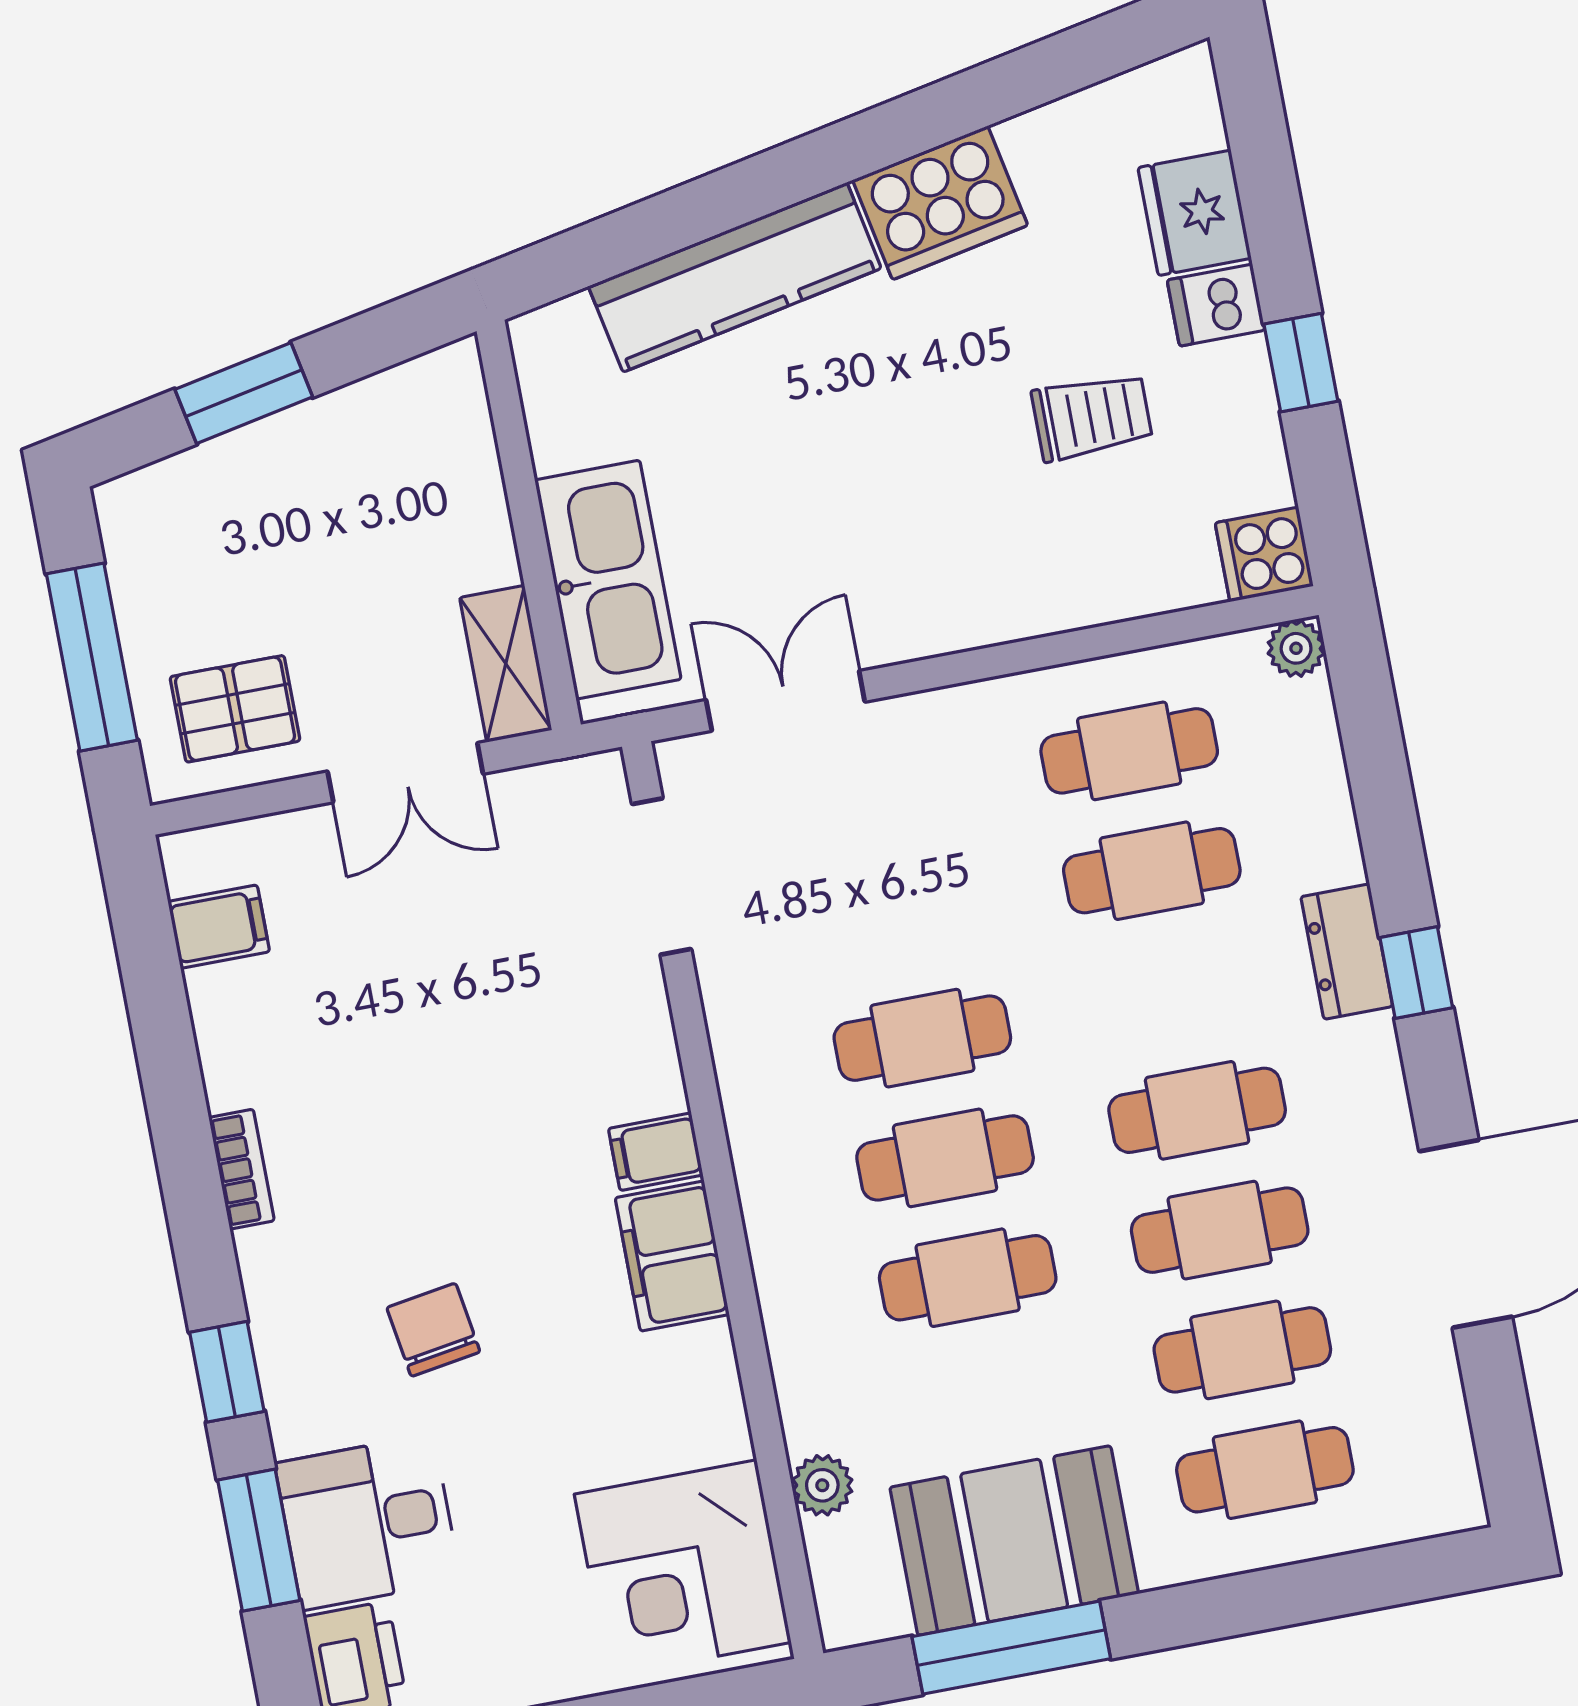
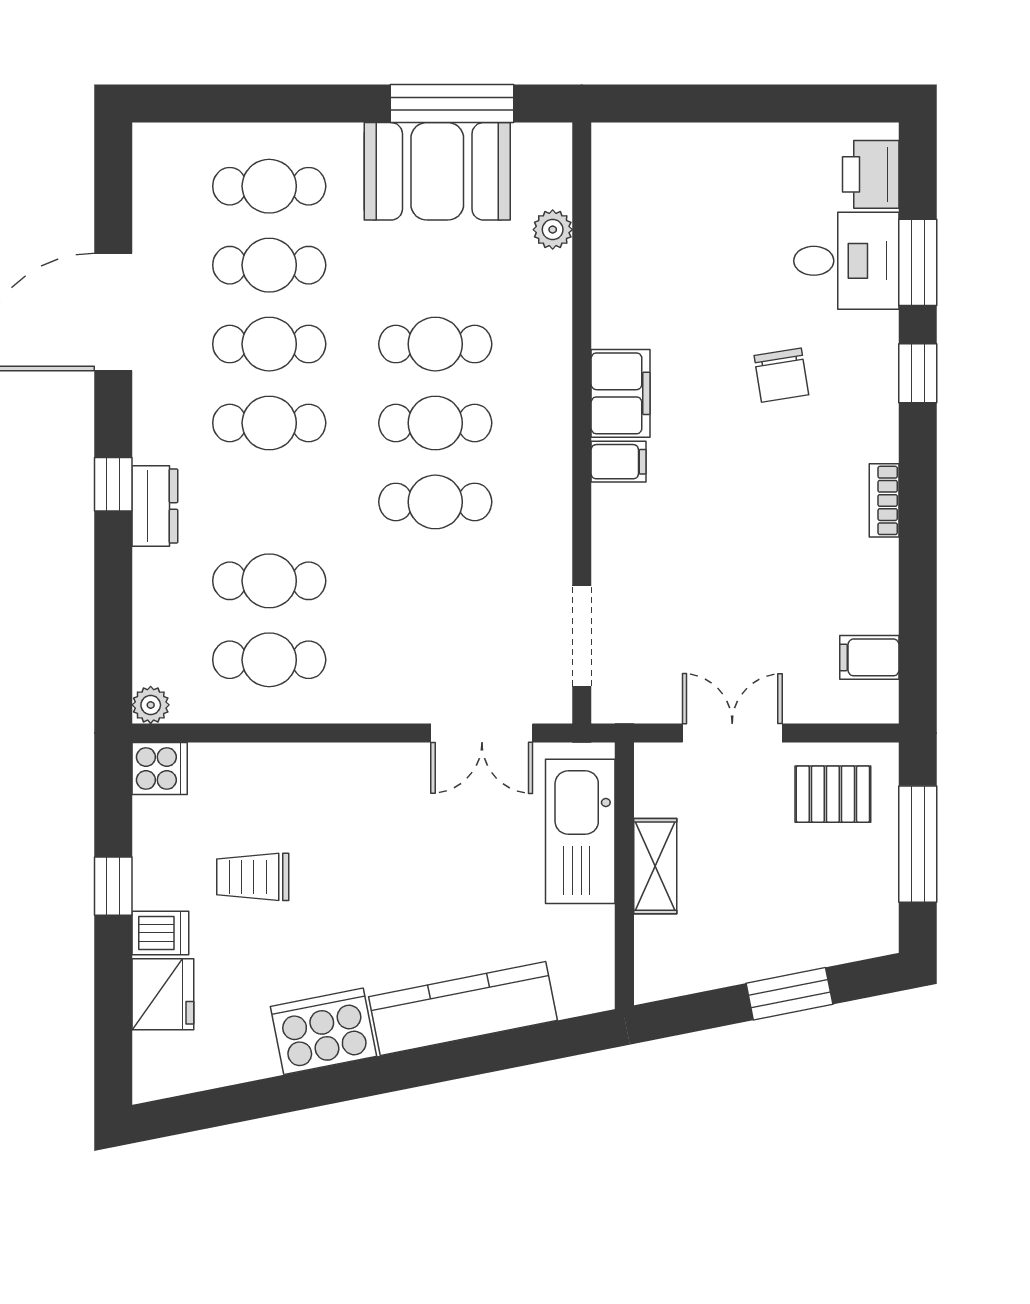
shelving: (506, 664) -> (655, 866), moved
corner desk: (683, 1568) -> (651, 194), removed

